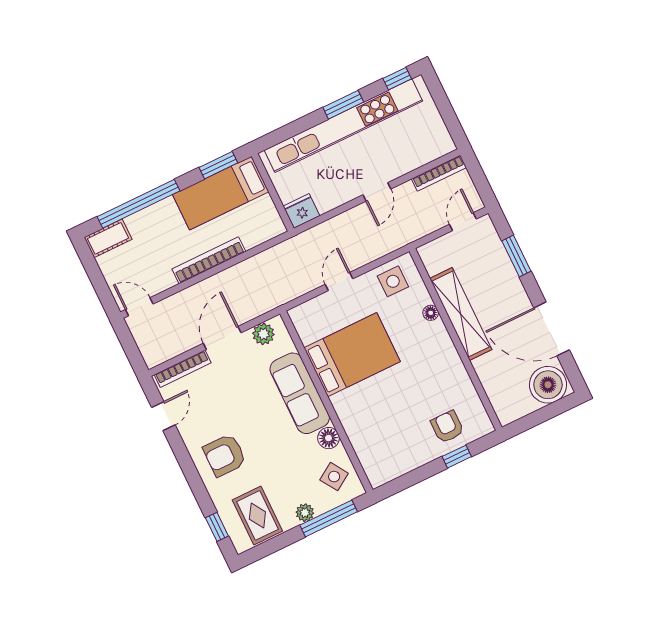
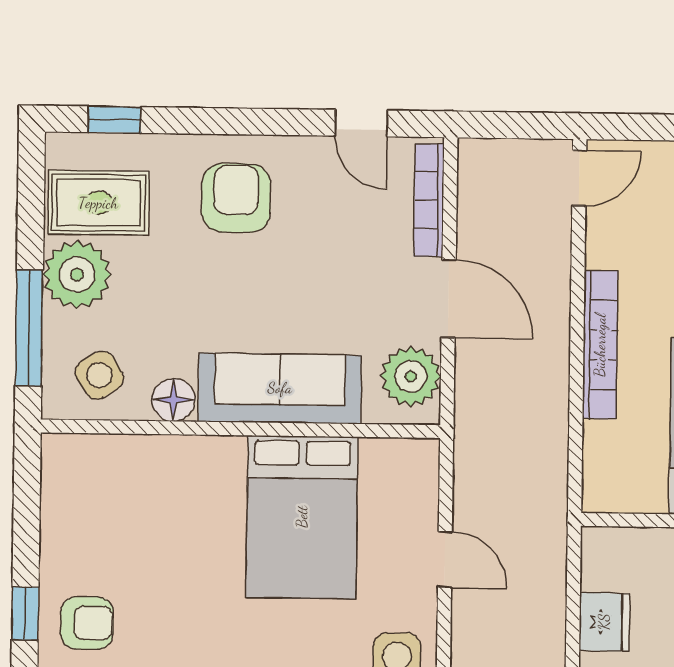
fridge: (301, 211) -> (604, 622), moved
plant: (263, 334) -> (411, 376), width x1.36, depth x1.36
plant: (305, 513) -> (77, 275), width x1.88, depth x1.88

